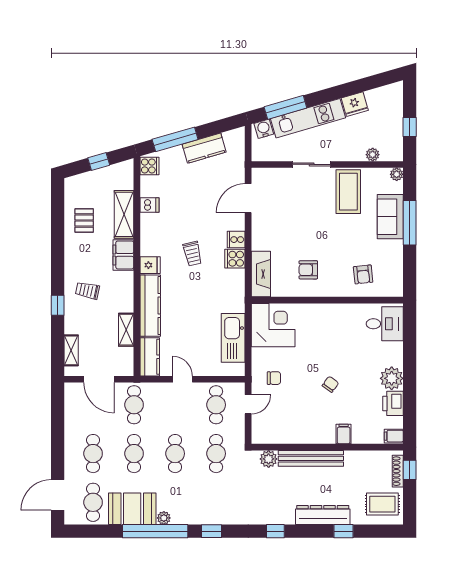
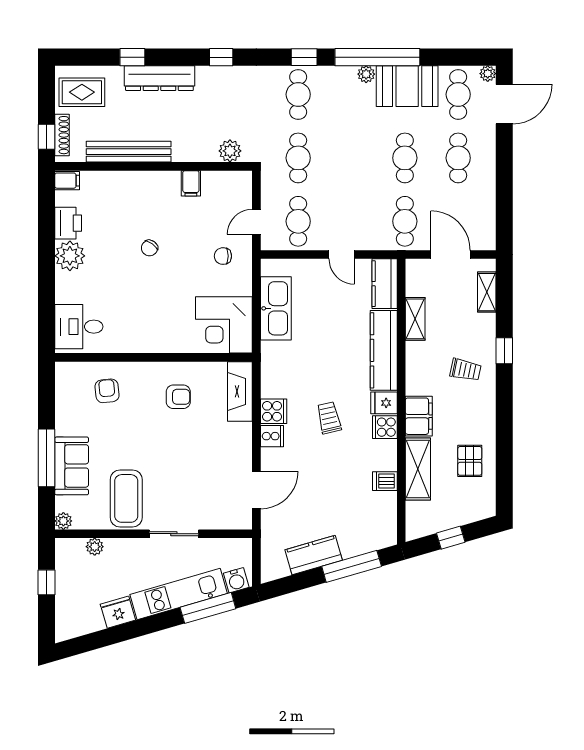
cooker: (149, 166) -> (385, 427), moved
filing cabinet: (344, 434) -> (191, 183), moved
cafe table: (175, 454) -> (298, 94), moved
bench: (311, 458) -> (129, 152), moved
plant: (70, 518) -> (488, 74), added

